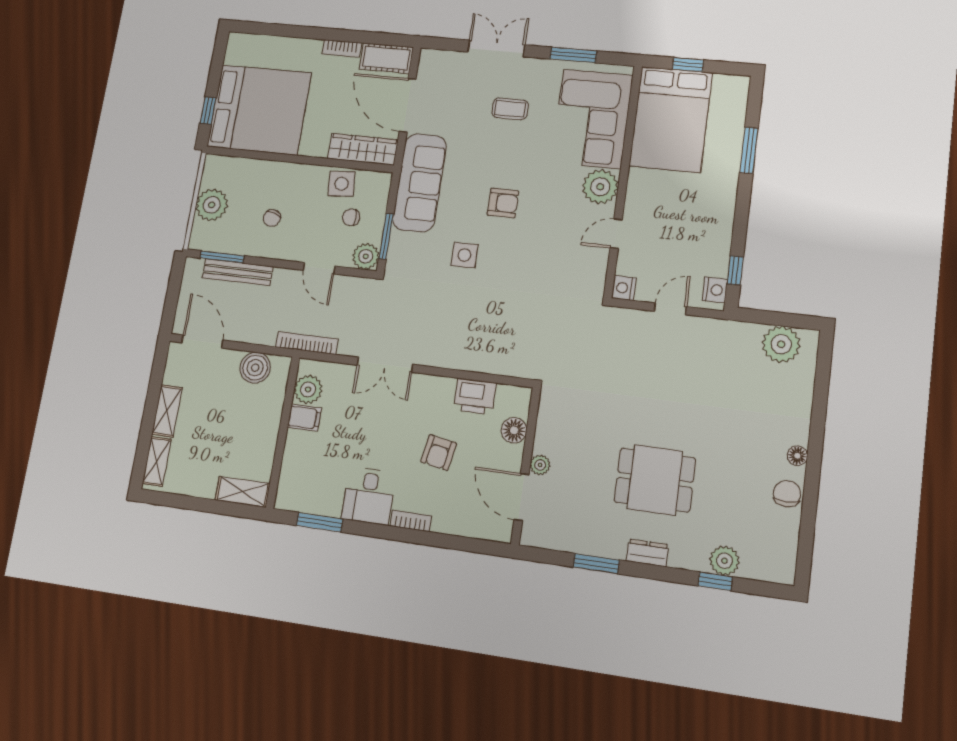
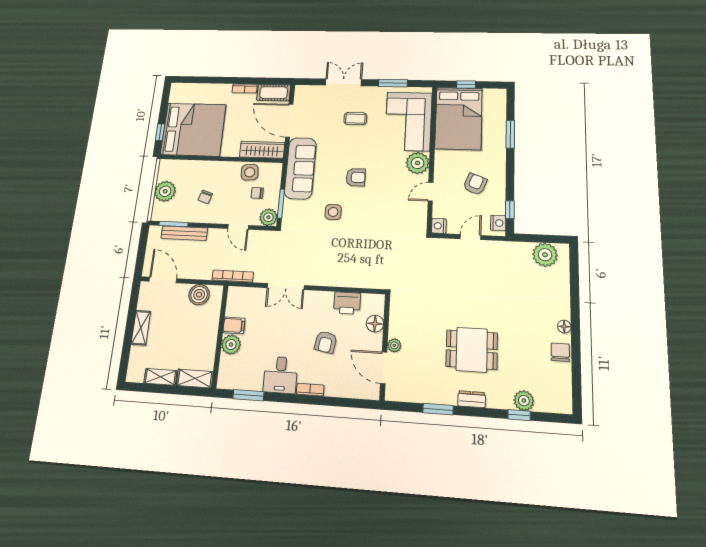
armchair: (686, 226) -> (475, 184), added
plant: (308, 389) -> (231, 345), moved
shelving: (157, 461) -> (160, 377), moved, turned 90

